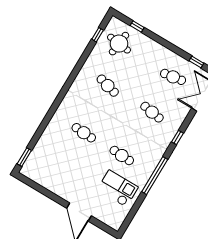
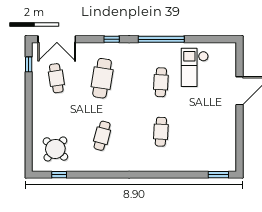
window: (137, 26) -> (29, 141), removed
round table: (119, 44) -> (55, 149), turned 35
cafe table: (152, 112) -> (102, 78), width x1.37, depth x1.35

